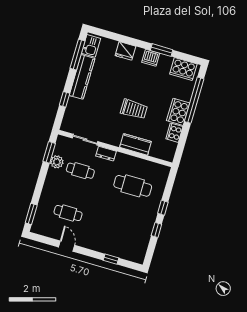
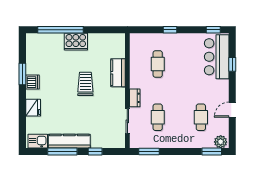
window: (78, 55) -> (62, 152), moved
cooker: (183, 69) -> (34, 48), removed
cooker: (174, 133) -> (96, 39), removed
plant: (57, 162) -> (221, 142), moved
cafe table: (133, 186) -> (158, 64), width x0.73, depth x0.74
window: (156, 230) -> (213, 30), moved
bar counter: (123, 246) -> (217, 57), added

